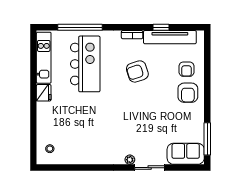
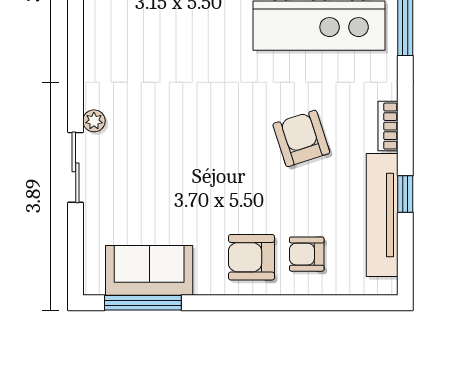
sofa: (186, 154) -> (149, 270), moved, turned -90

